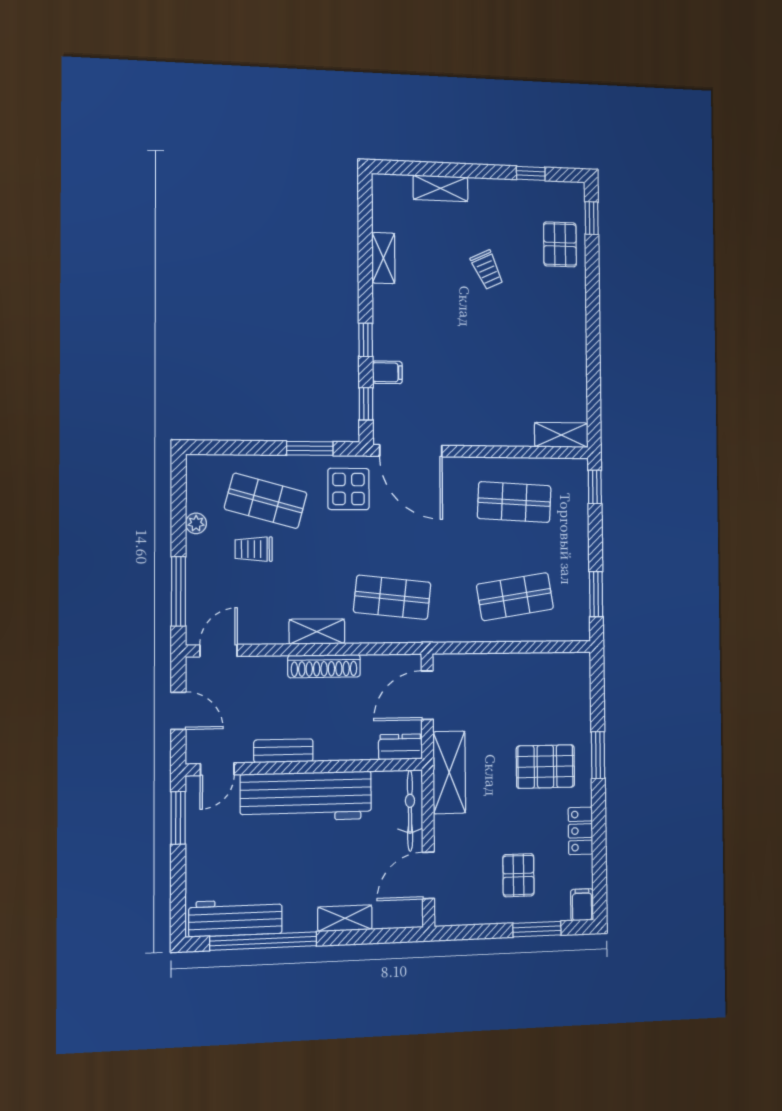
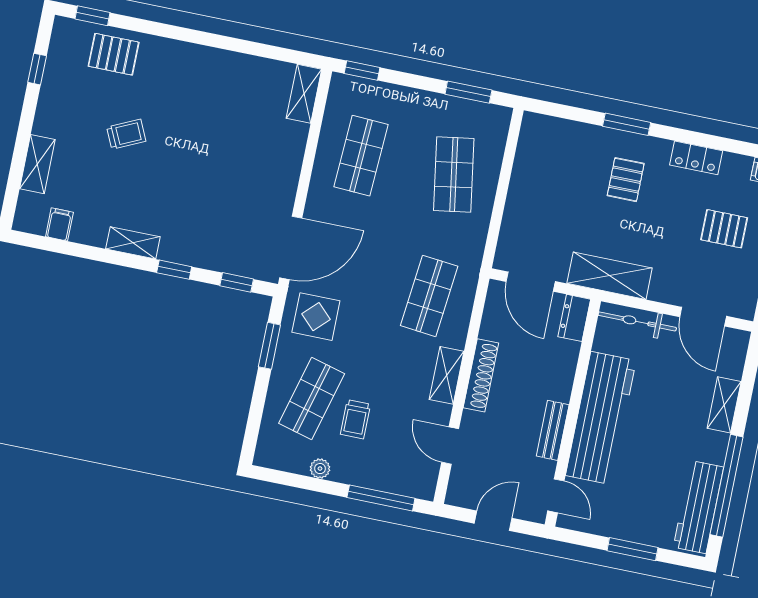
shelving: (383, 258) -> (133, 243), moved
filing cabinet: (387, 372) -> (59, 224), moved
door: (218, 651) -> (450, 446), moved
pallet: (545, 767) -> (626, 180), width x0.67, depth x0.71
window: (178, 818) -> (633, 549), moved

